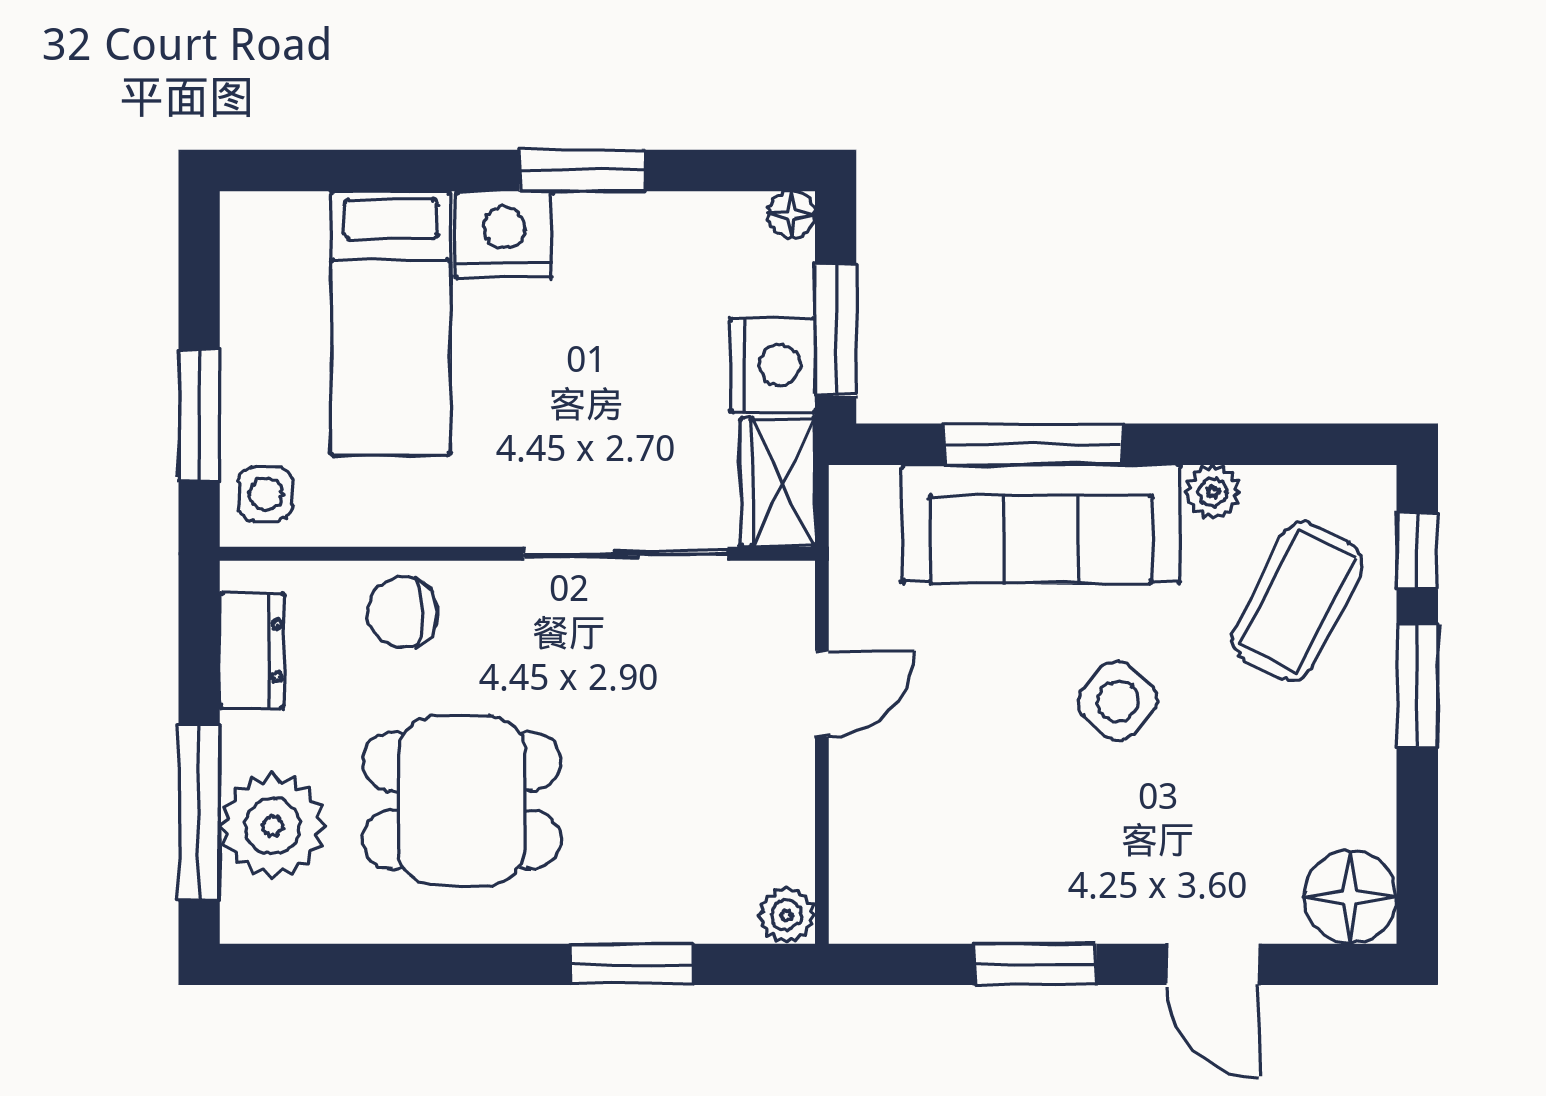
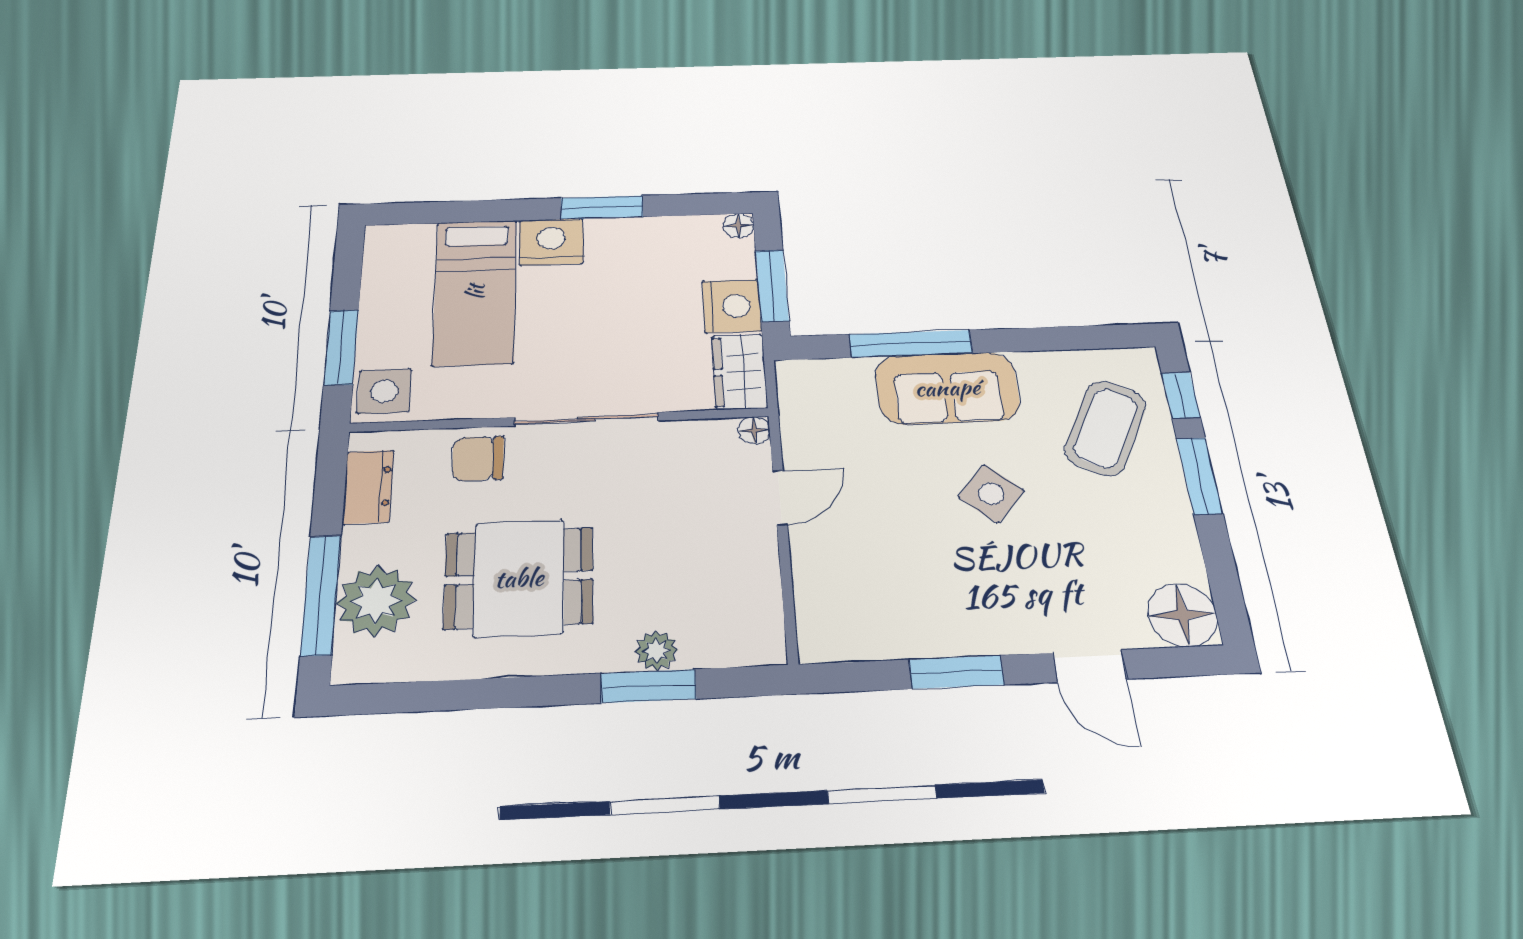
plant: (1213, 492) -> (1036, 366), removed
side table: (266, 494) -> (384, 391), width x1.37, depth x1.37
sofa: (1041, 524) -> (947, 388), width x0.73
sliding door: (626, 554) -> (586, 419), moved
floor lamp: (792, 583) -> (754, 430), added
plant: (786, 915) -> (656, 651), moved

